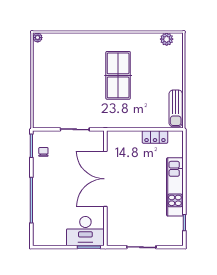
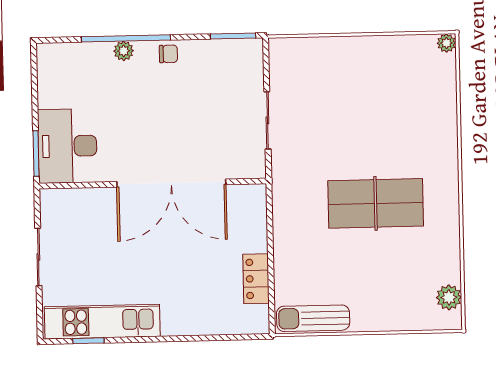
chair: (43, 152) -> (168, 54), moved
double door: (105, 179) -> (171, 183), swing flipped
kitchen unit: (175, 187) -> (102, 322), moved
plant: (38, 201) -> (124, 51), added

